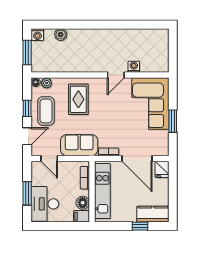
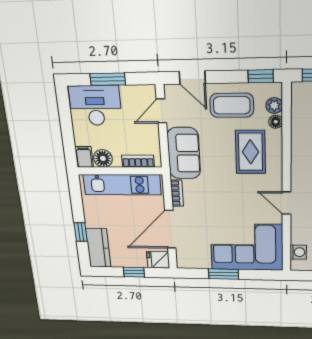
washing machine: (134, 67) -> (298, 252), moved
floor lamp: (36, 82) -> (276, 122), moved
rug: (78, 99) -> (250, 152), turned 90
window: (27, 108) -> (261, 76), moved
window: (173, 189) -> (134, 272), added

